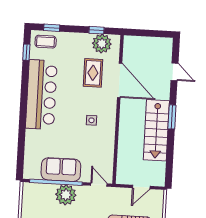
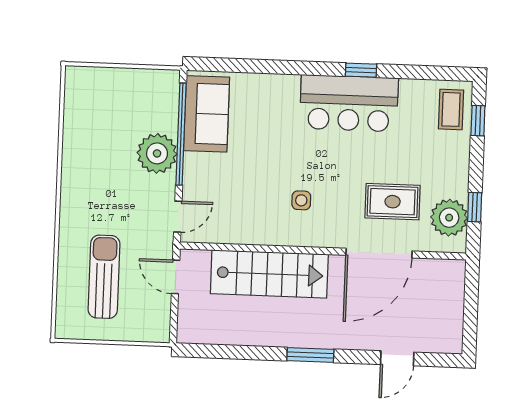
window: (26, 52) -> (361, 70), moved
bar counter: (41, 95) -> (349, 103), width x0.73
stairs: (156, 130) -> (269, 274), moved, turned 180
sofa: (61, 170) -> (207, 114), moved
door: (141, 187) -> (176, 277), moved

